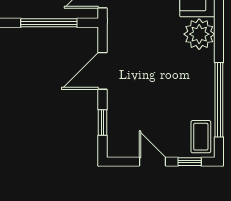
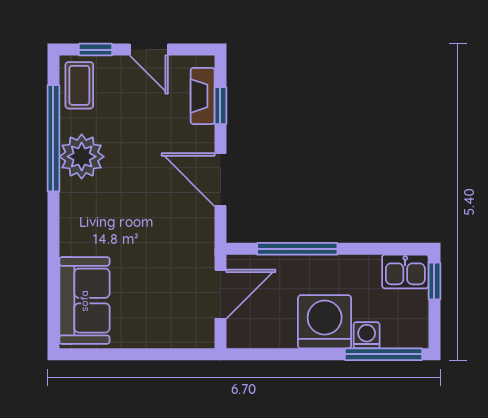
plant: (199, 34) -> (82, 157), moved
door: (102, 71) -> (220, 180), swing flipped
fireplace: (115, 129) -> (203, 96), added

